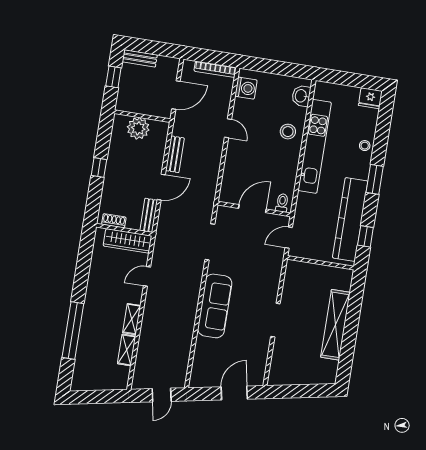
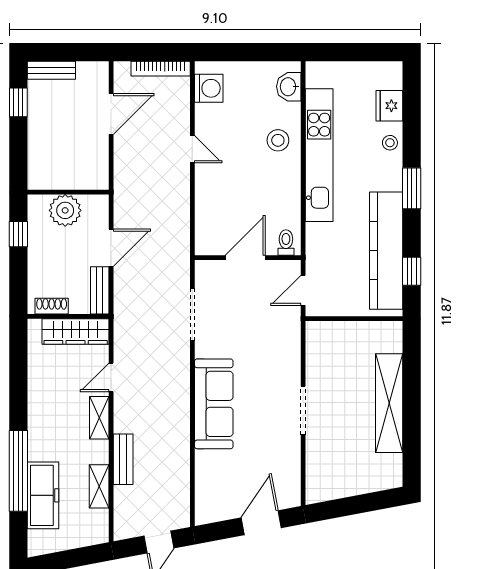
fridge: (370, 98) -> (389, 106), moved, turned 90
wall: (142, 116) -> (68, 192), moved
plant: (138, 128) -> (65, 210), moved
bench: (175, 154) -> (123, 459), moved
shelving: (132, 319) -> (99, 418), moved
freezer: (87, 350) -> (43, 495), added

